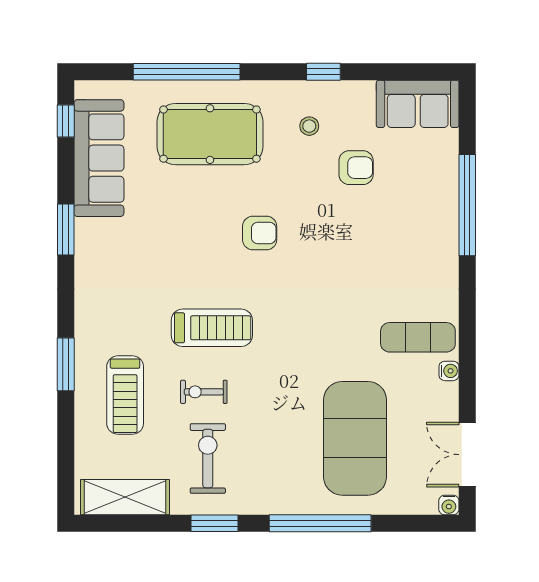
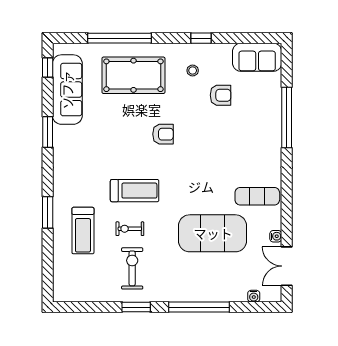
water cooler: (449, 371) -> (276, 236), moved
exercise mat: (355, 438) -> (213, 233), moved, turned 90
shelving: (125, 497) -> (83, 291), removed
water cooler: (449, 505) -> (254, 296), moved

